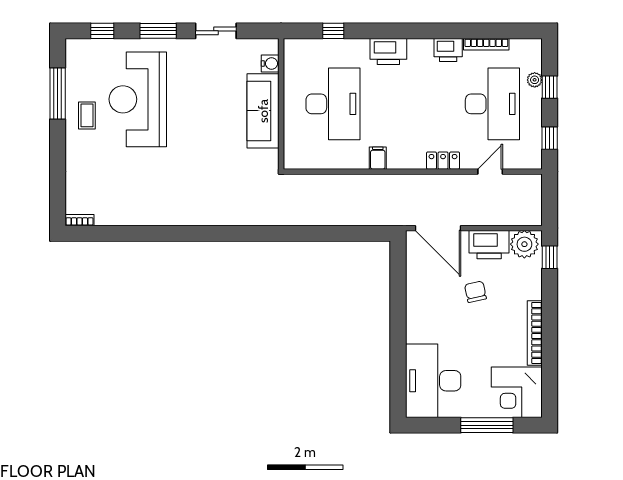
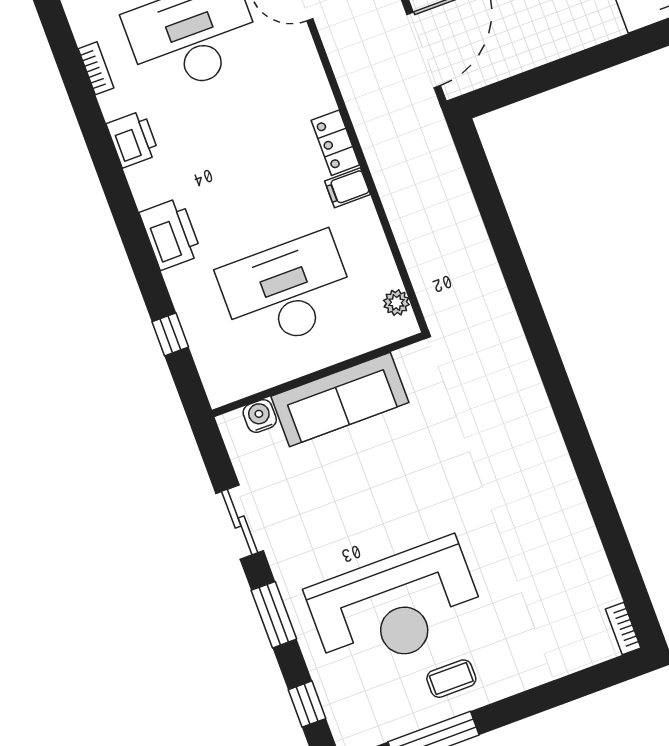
bookcase: (486, 44) -> (96, 68), width x0.64
locker: (443, 161) -> (335, 143), moved
plant: (305, 162) -> (396, 303), added

